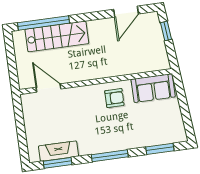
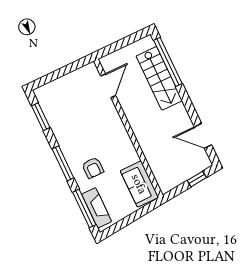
armchair: (114, 98) -> (93, 168), moved
window: (160, 149) -> (84, 208), width x1.44
fireplace: (58, 151) -> (97, 208), moved

